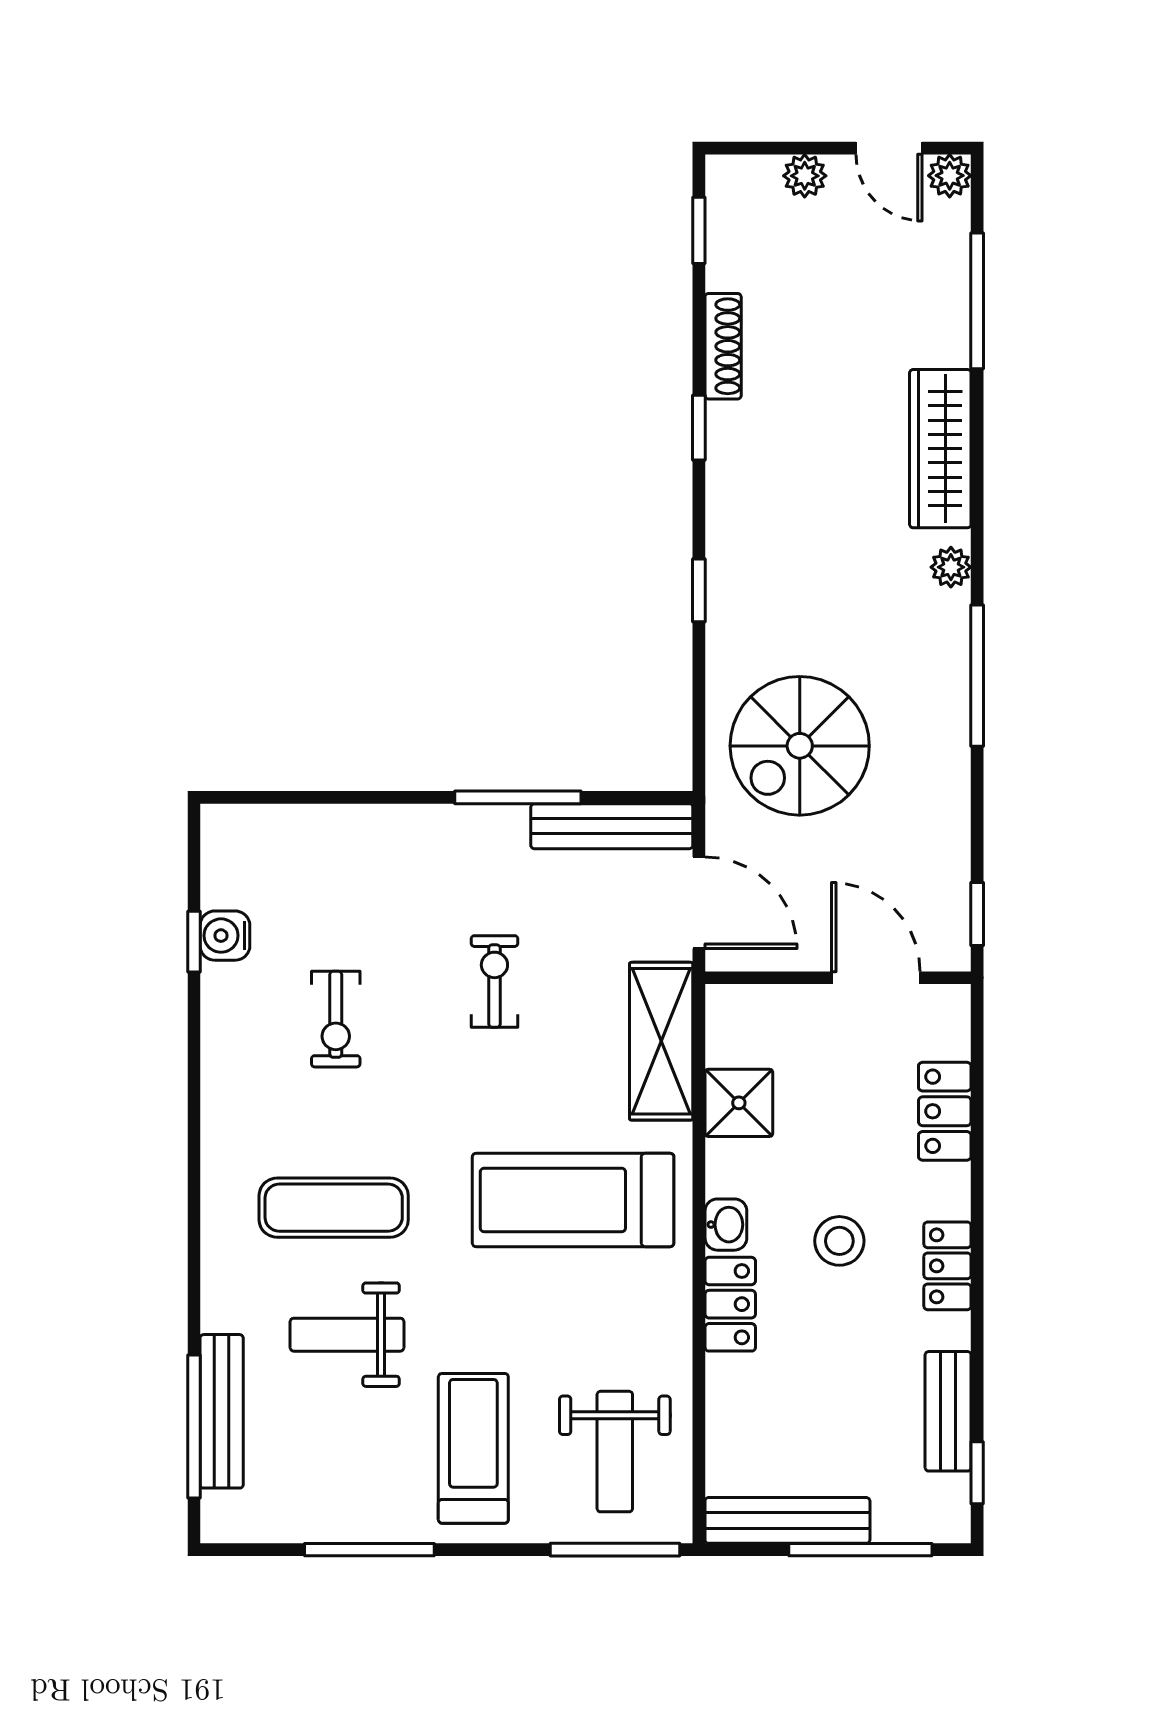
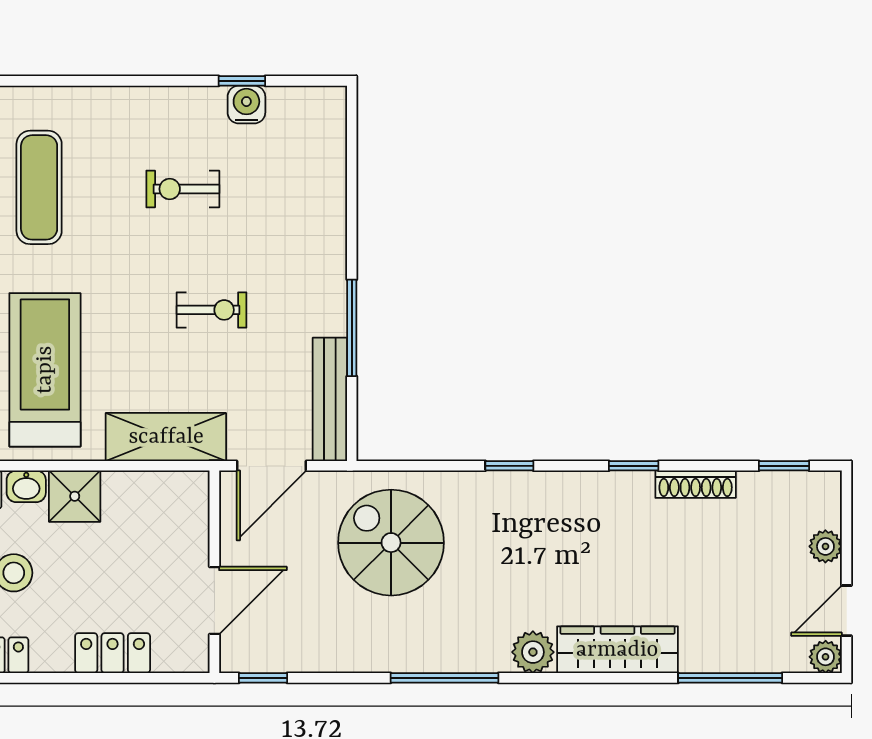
plant: (951, 567) -> (533, 652), width x1.38, depth x1.38
shower: (739, 1103) -> (75, 496), moved

